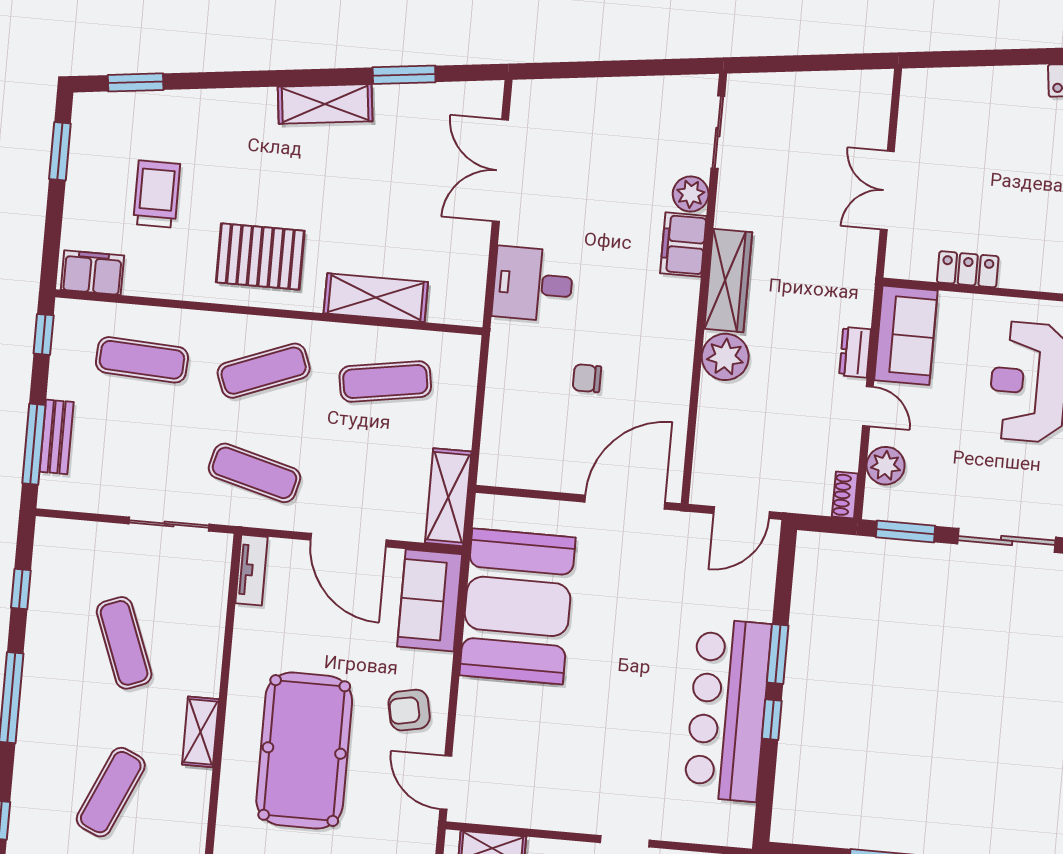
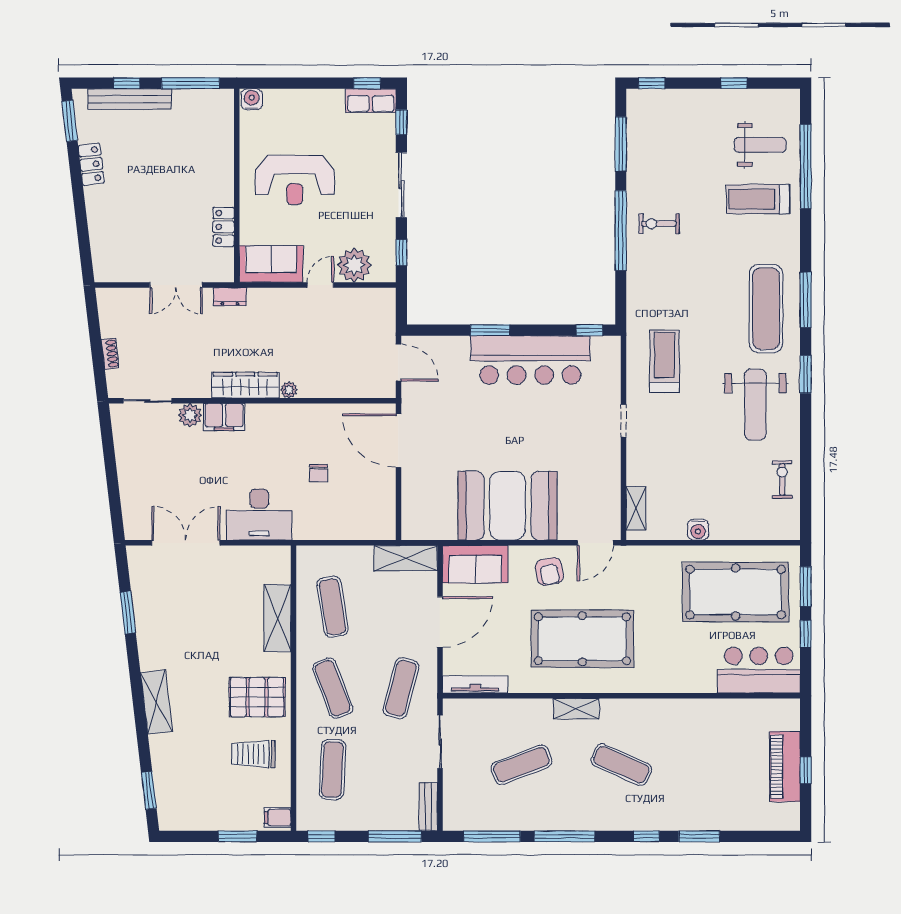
shelving: (325, 104) -> (156, 702), moved
window: (60, 151) -> (238, 836), moved
double door: (500, 171) -> (186, 543), swing flipped
trolley: (157, 194) -> (253, 754), moved
pallet: (260, 257) -> (257, 697), turned 90
filing cabinet: (92, 273) -> (278, 818), width x0.50
desk: (533, 284) -> (259, 515), width x1.37
dresser: (855, 352) -> (230, 297), moved
plant: (725, 357) -> (289, 390), width x0.53, depth x0.53
bench: (57, 437) -> (428, 807), moved, turned 90
plant: (886, 466) -> (354, 265), width x1.36, depth x1.36
shoe rack: (845, 495) -> (110, 354), moved, turned -97
window: (906, 531) -> (401, 253), width x0.67
tv unit: (251, 570) -> (475, 684), width x1.41
window: (21, 589) -> (492, 836), width x2.17
booth: (518, 606) -> (508, 506), moved
window: (772, 720) -> (589, 330), moved

